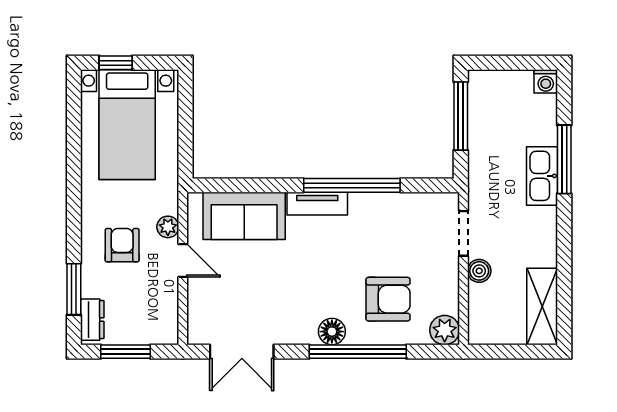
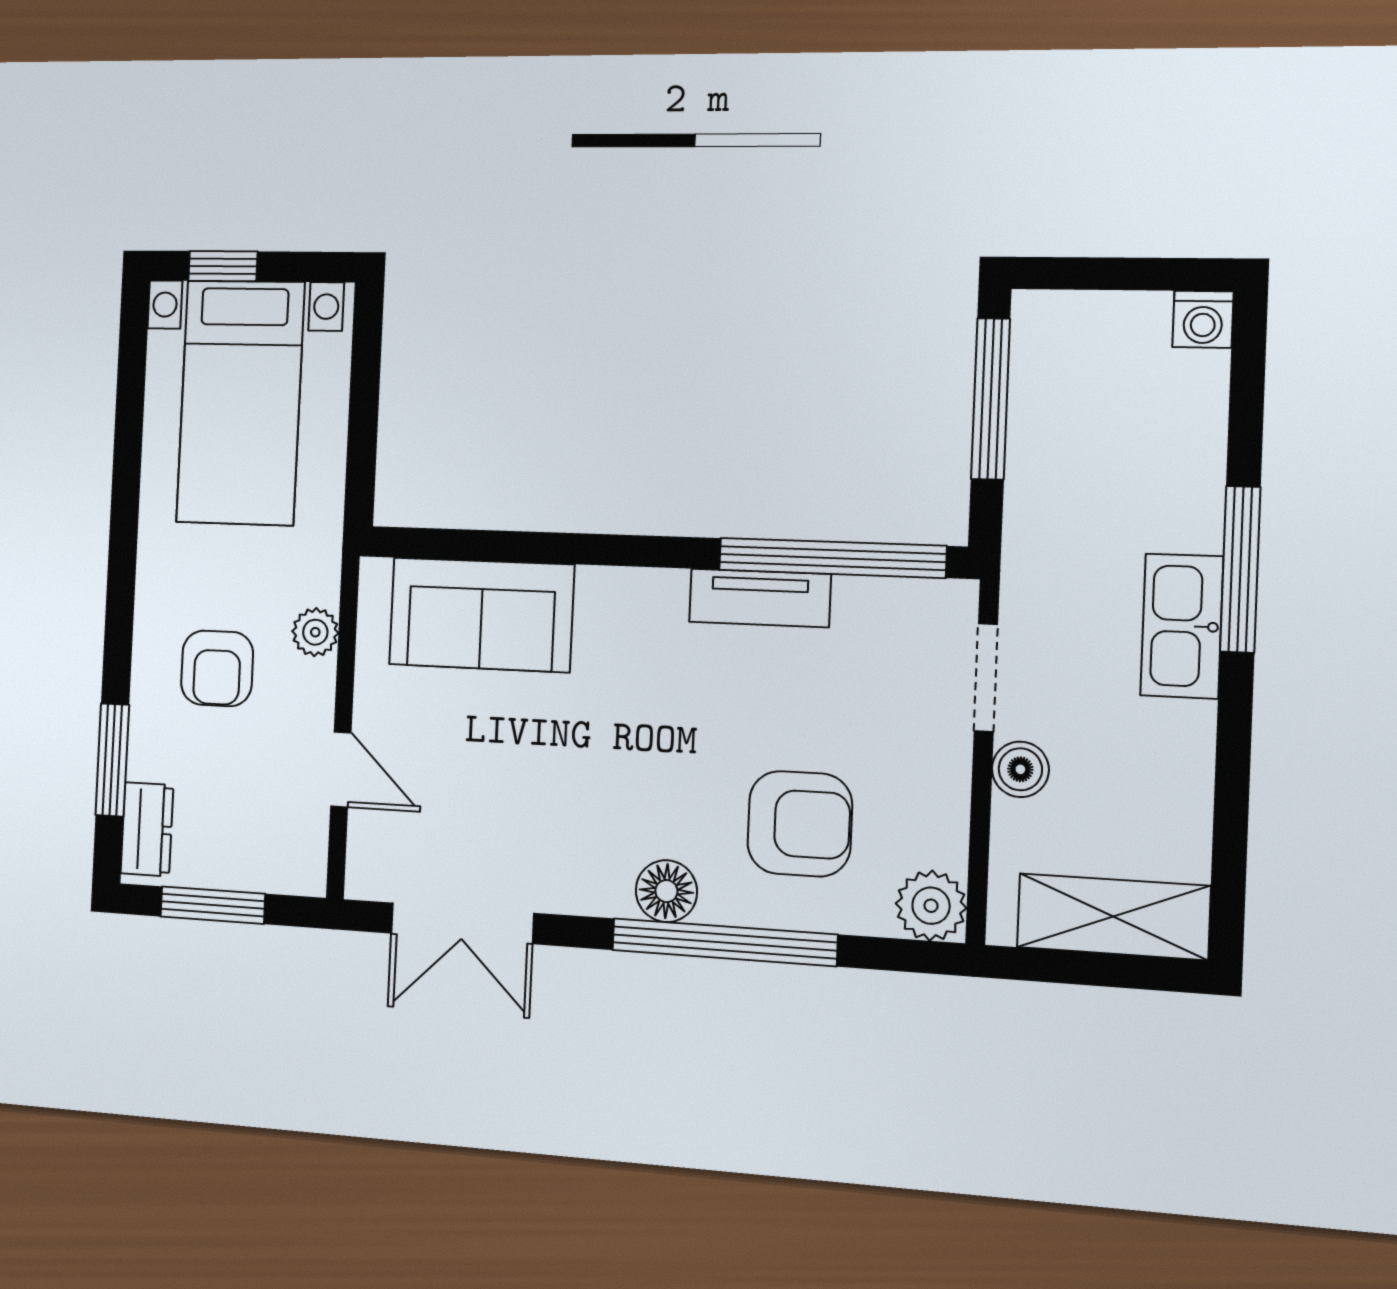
window: (564, 159) -> (1240, 569), moved
kitchen sink: (542, 176) -> (1182, 626), moved
window: (352, 185) -> (832, 558), moved
tv unit: (317, 204) -> (760, 598), moved
armchair: (122, 245) -> (217, 668), turned 180
door: (183, 261) -> (341, 769), moved
shelving: (542, 306) -> (1113, 917), moved, turned 90

